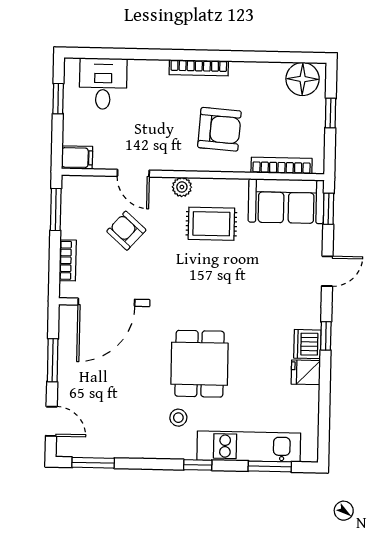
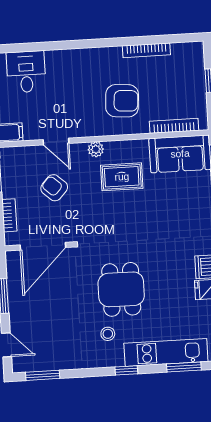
bookcase: (199, 68) -> (146, 50), moved
floor lamp: (303, 79) -> (185, 55), removed

